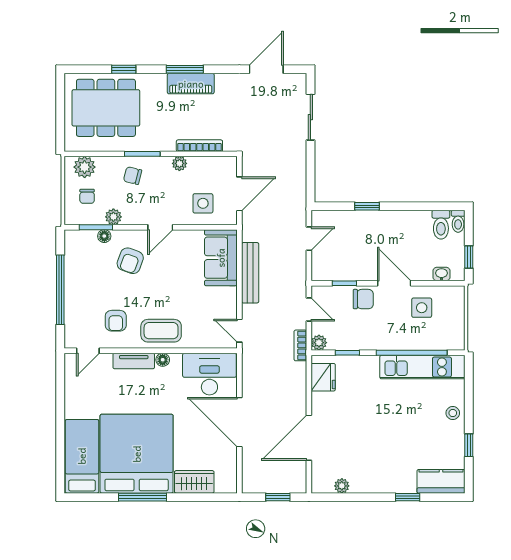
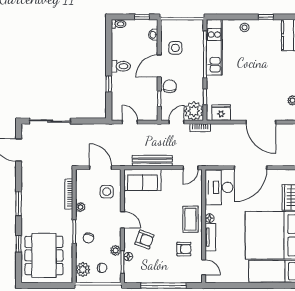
piano: (191, 84) -> (28, 200), removed
sliding door: (310, 117) -> (50, 121), width x1.37
toilet: (441, 225) -> (121, 66), moved
plant: (319, 343) -> (194, 111), width x1.87, depth x1.87

